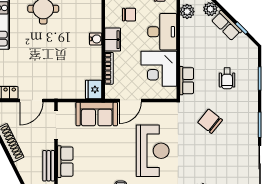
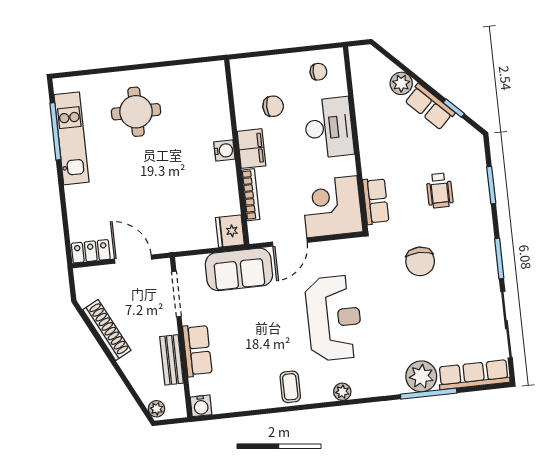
plant: (187, 12) -> (365, 91), removed
corner desk: (159, 69) -> (332, 207), moved, turned 90
door: (31, 100) -> (133, 259), swing flipped
chair: (210, 121) -> (420, 261), turned -129

